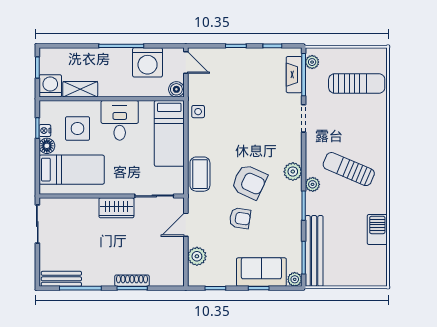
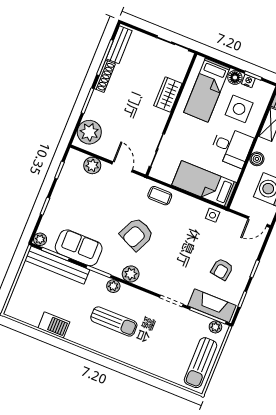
fireplace: (294, 75) -> (212, 306), width x1.37, depth x1.32
sun lounger: (357, 84) -> (201, 363), moved
boiler: (176, 89) -> (257, 159), moved
sun lounger: (349, 169) -> (114, 321), turned 67
coffee table: (200, 174) -> (160, 196), width x0.73, depth x0.77
wardrobe: (116, 208) -> (168, 95), moved
armchair: (240, 218) -> (222, 269), moved
sofa: (261, 272) -> (79, 248), moved, turned -90
plant: (164, 273) -> (89, 132), added
shoe rack: (132, 281) -> (105, 76), moved

